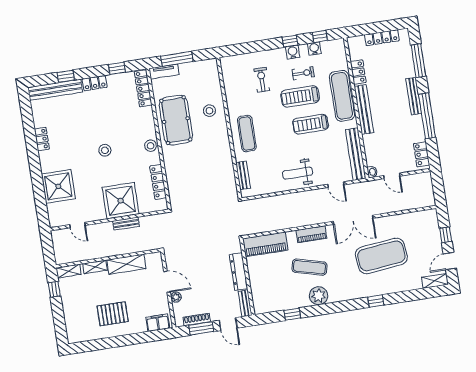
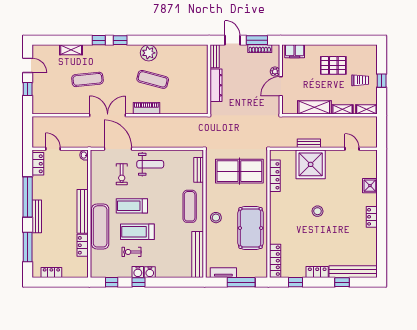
locker: (382, 38) -> (51, 272), width x0.66
water cooler: (314, 49) -> (150, 272), moved
tv unit: (164, 72) -> (223, 273), moved
exercise bike: (262, 80) -> (122, 174), moved
treadmill: (300, 96) -> (137, 232), turned 180
stool: (209, 111) -> (216, 218), moved
treadmill: (311, 124) -> (132, 206), turned 180
locker: (42, 139) -> (372, 217), moved
stool: (151, 146) -> (276, 209), removed
bench: (356, 154) -> (198, 254), moved
door: (392, 176) -> (53, 149), moved
table tennis table: (198, 181) -> (239, 171), added
door: (336, 185) -> (118, 149), width x1.88
shower: (58, 186) -> (370, 186), width x0.54, depth x0.54
piano: (265, 244) -> (189, 106), removed
exercise mat: (381, 256) -> (87, 79), width x0.50, depth x0.69
door: (450, 261) -> (28, 65), hinge flipped
shelving: (435, 281) -> (71, 50), moved
door: (167, 282) -> (281, 86), hinge flipped
window: (54, 289) -> (382, 81), moved
trolley: (80, 302) -> (360, 80), added
window: (292, 314) -> (120, 40), moved

